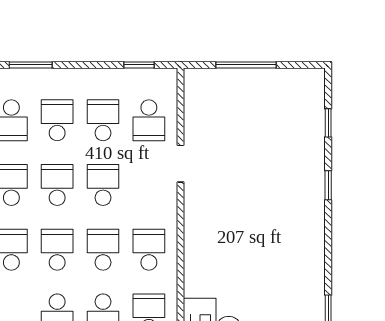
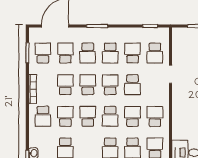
school desk: (57, 120) -> (110, 53), turned 180
school desk: (103, 185) -> (133, 85), turned 180
school desk: (57, 250) -> (110, 116), turned 180

